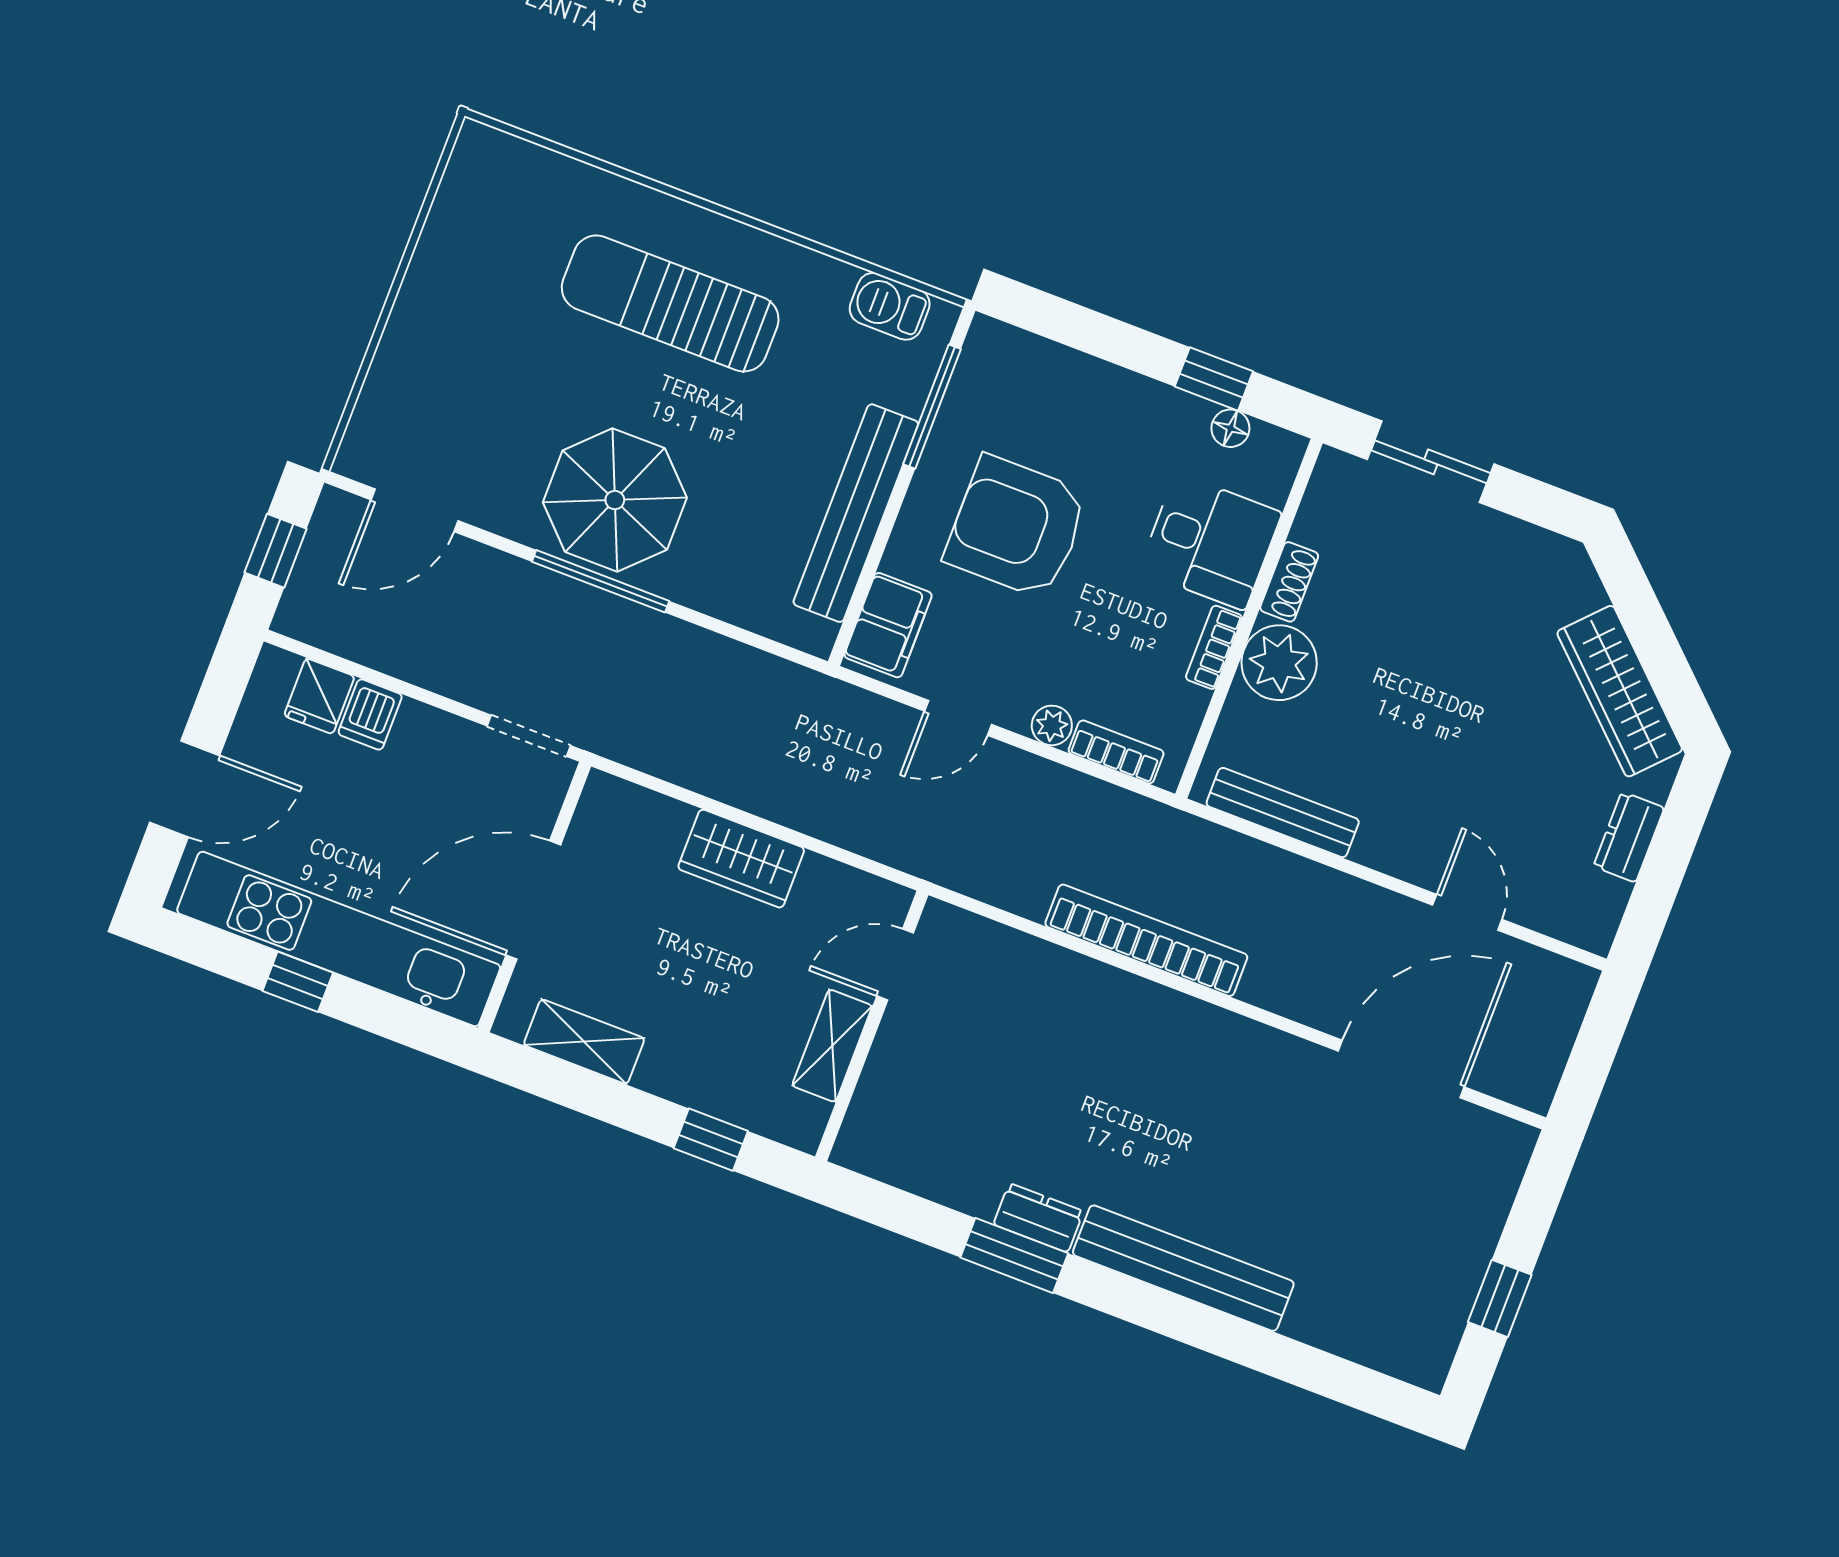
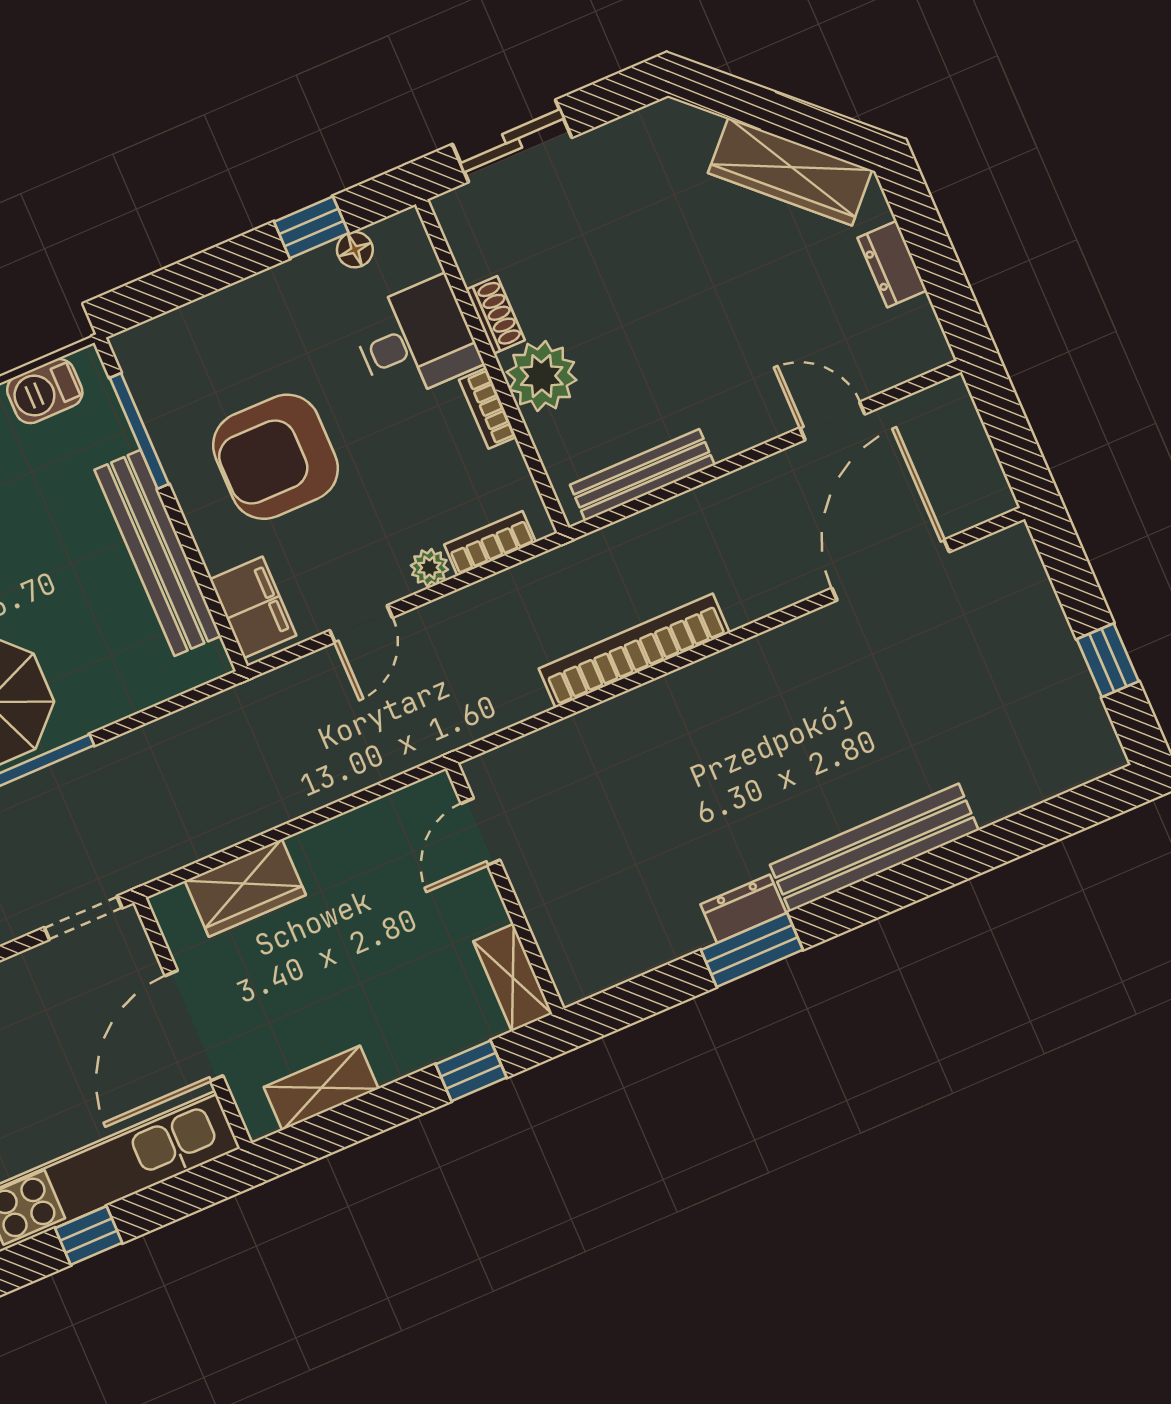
wardrobe: (741, 859) -> (245, 888), moved
shelving: (832, 1046) -> (513, 978), moved

